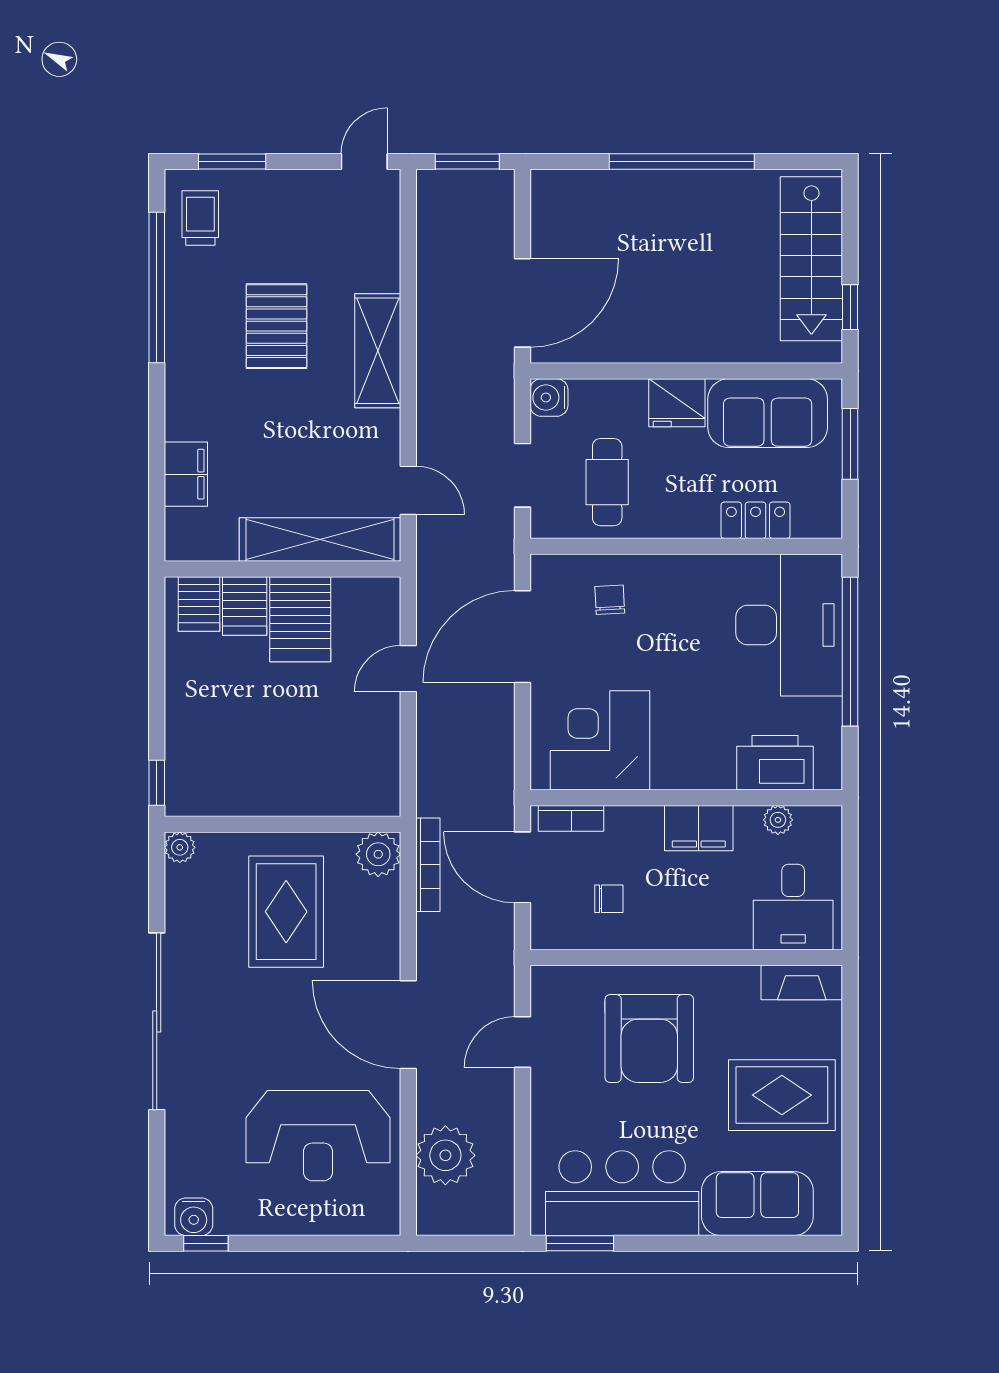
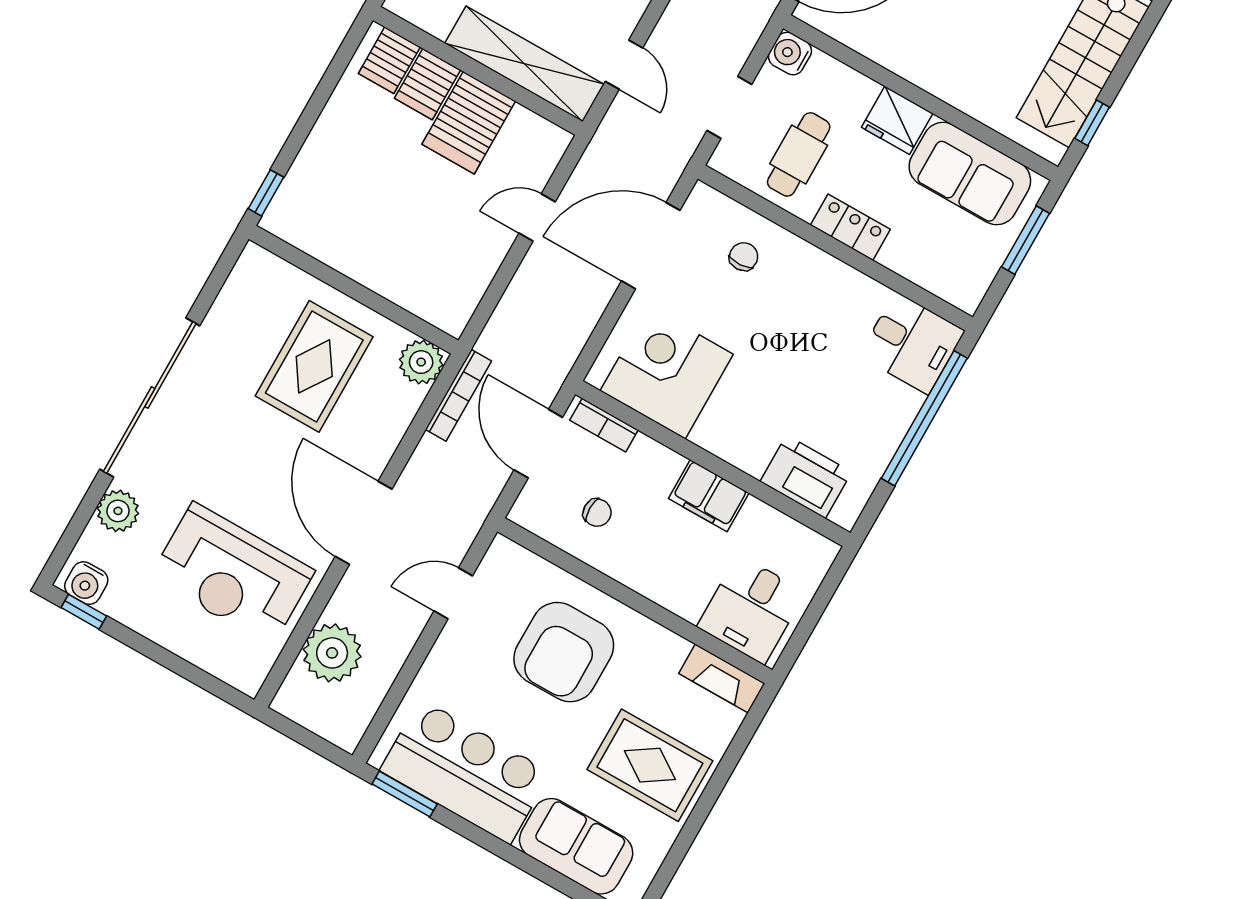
locker: (755, 520) -> (850, 227), moved
desk: (789, 625) -> (912, 343), width x0.53, depth x0.77
plant: (778, 820) -> (781, 527), removed
plant: (180, 847) -> (118, 511), moved, width x1.38, depth x1.38

